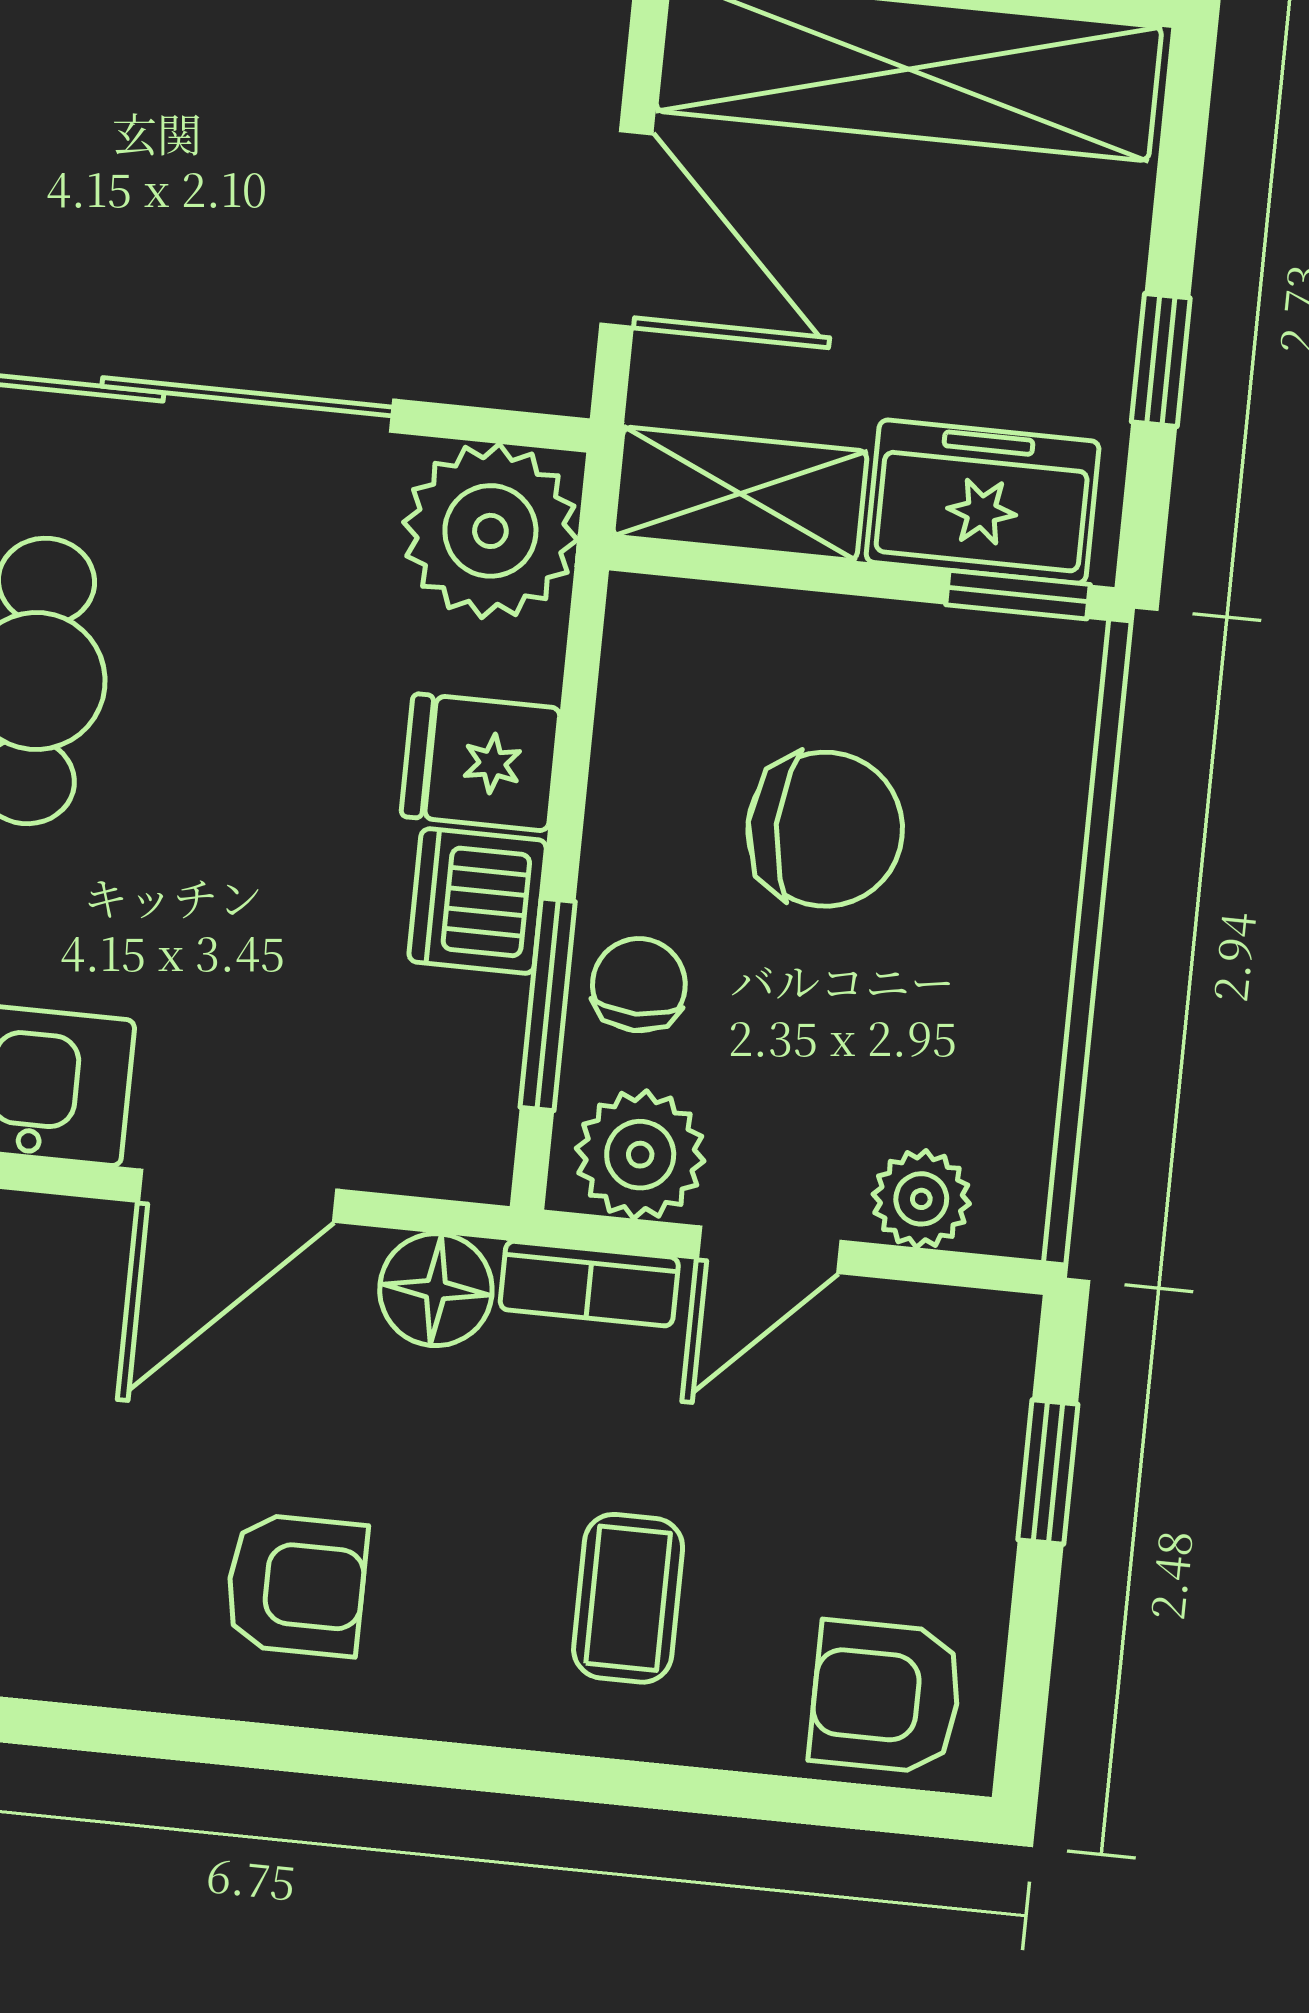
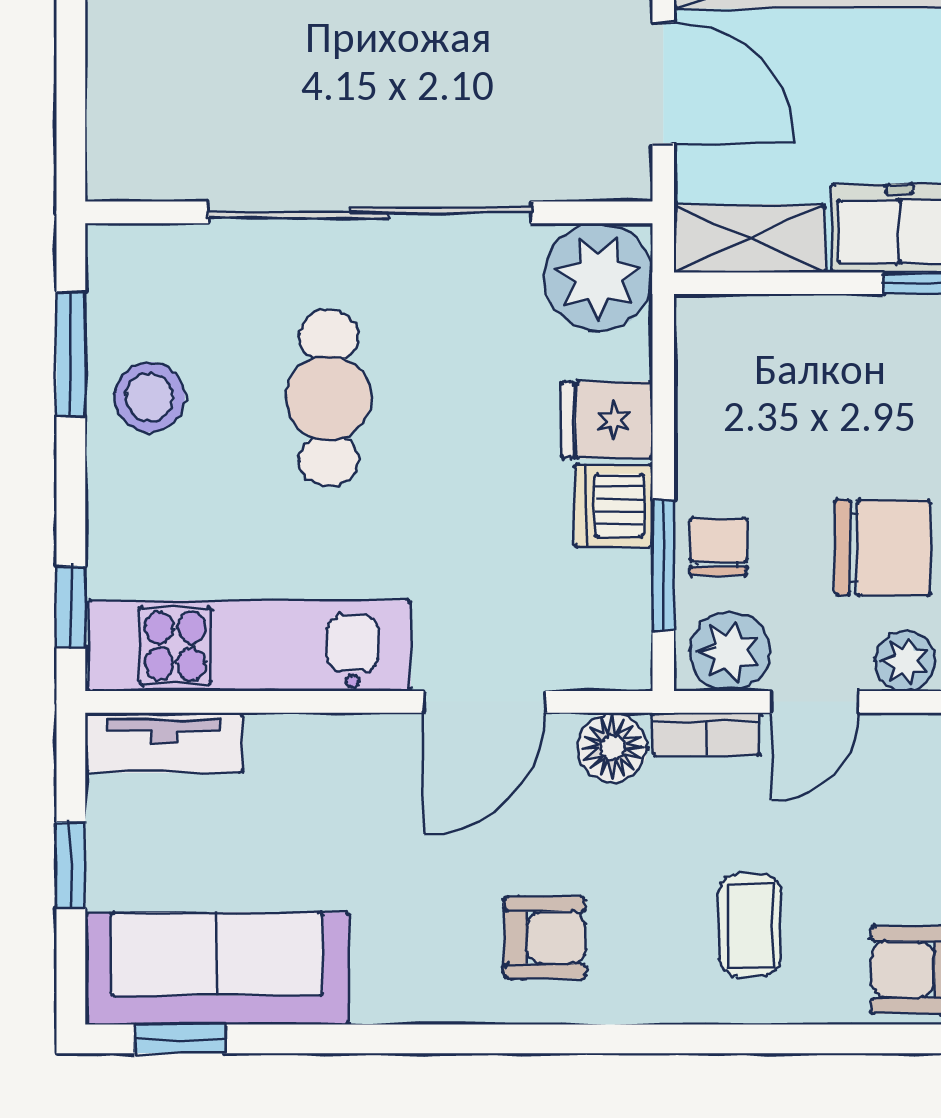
chair: (825, 829) -> (883, 547), moved

